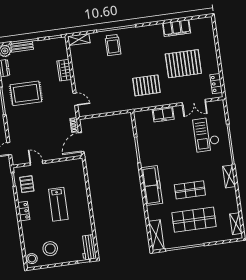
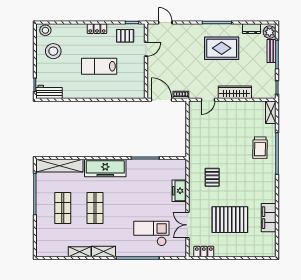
trolley: (113, 45) -> (260, 148), turned -89
pallet: (183, 64) -> (230, 220), turned 90
wardrobe: (64, 70) -> (235, 92), width x1.50
pallet: (146, 85) -> (212, 177), width x0.67, depth x0.71
rug: (26, 93) -> (222, 48), turned 90
shop shelf: (194, 220) -> (63, 208), width x0.70, depth x0.74
shelving: (236, 224) -> (80, 252), moved
shelving: (156, 235) -> (59, 166), width x1.47

